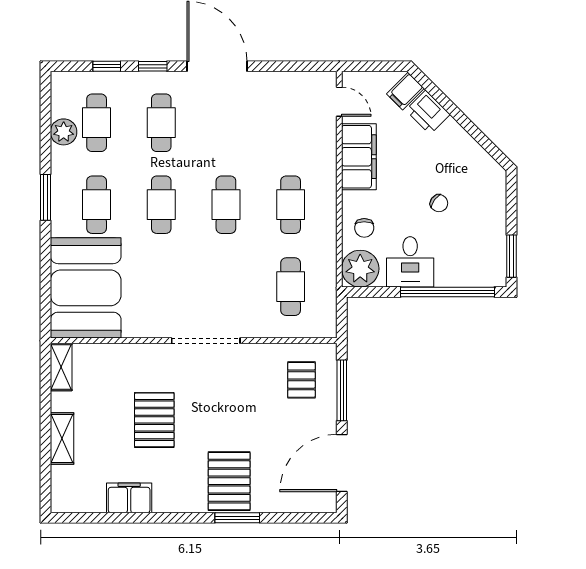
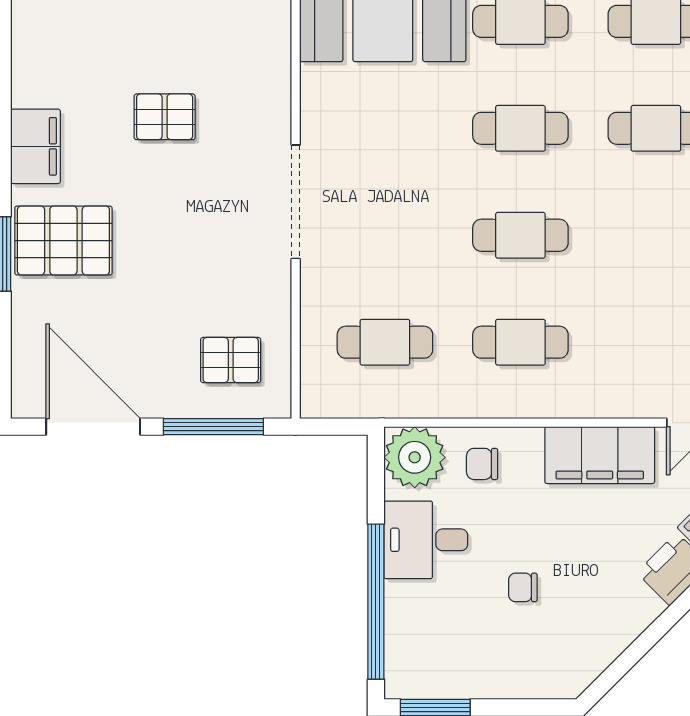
chair: (439, 203) -> (523, 587), turned 54
pallet: (154, 420) -> (165, 117), width x0.67, depth x0.71
filing cabinet: (129, 498) -> (36, 146), moved

